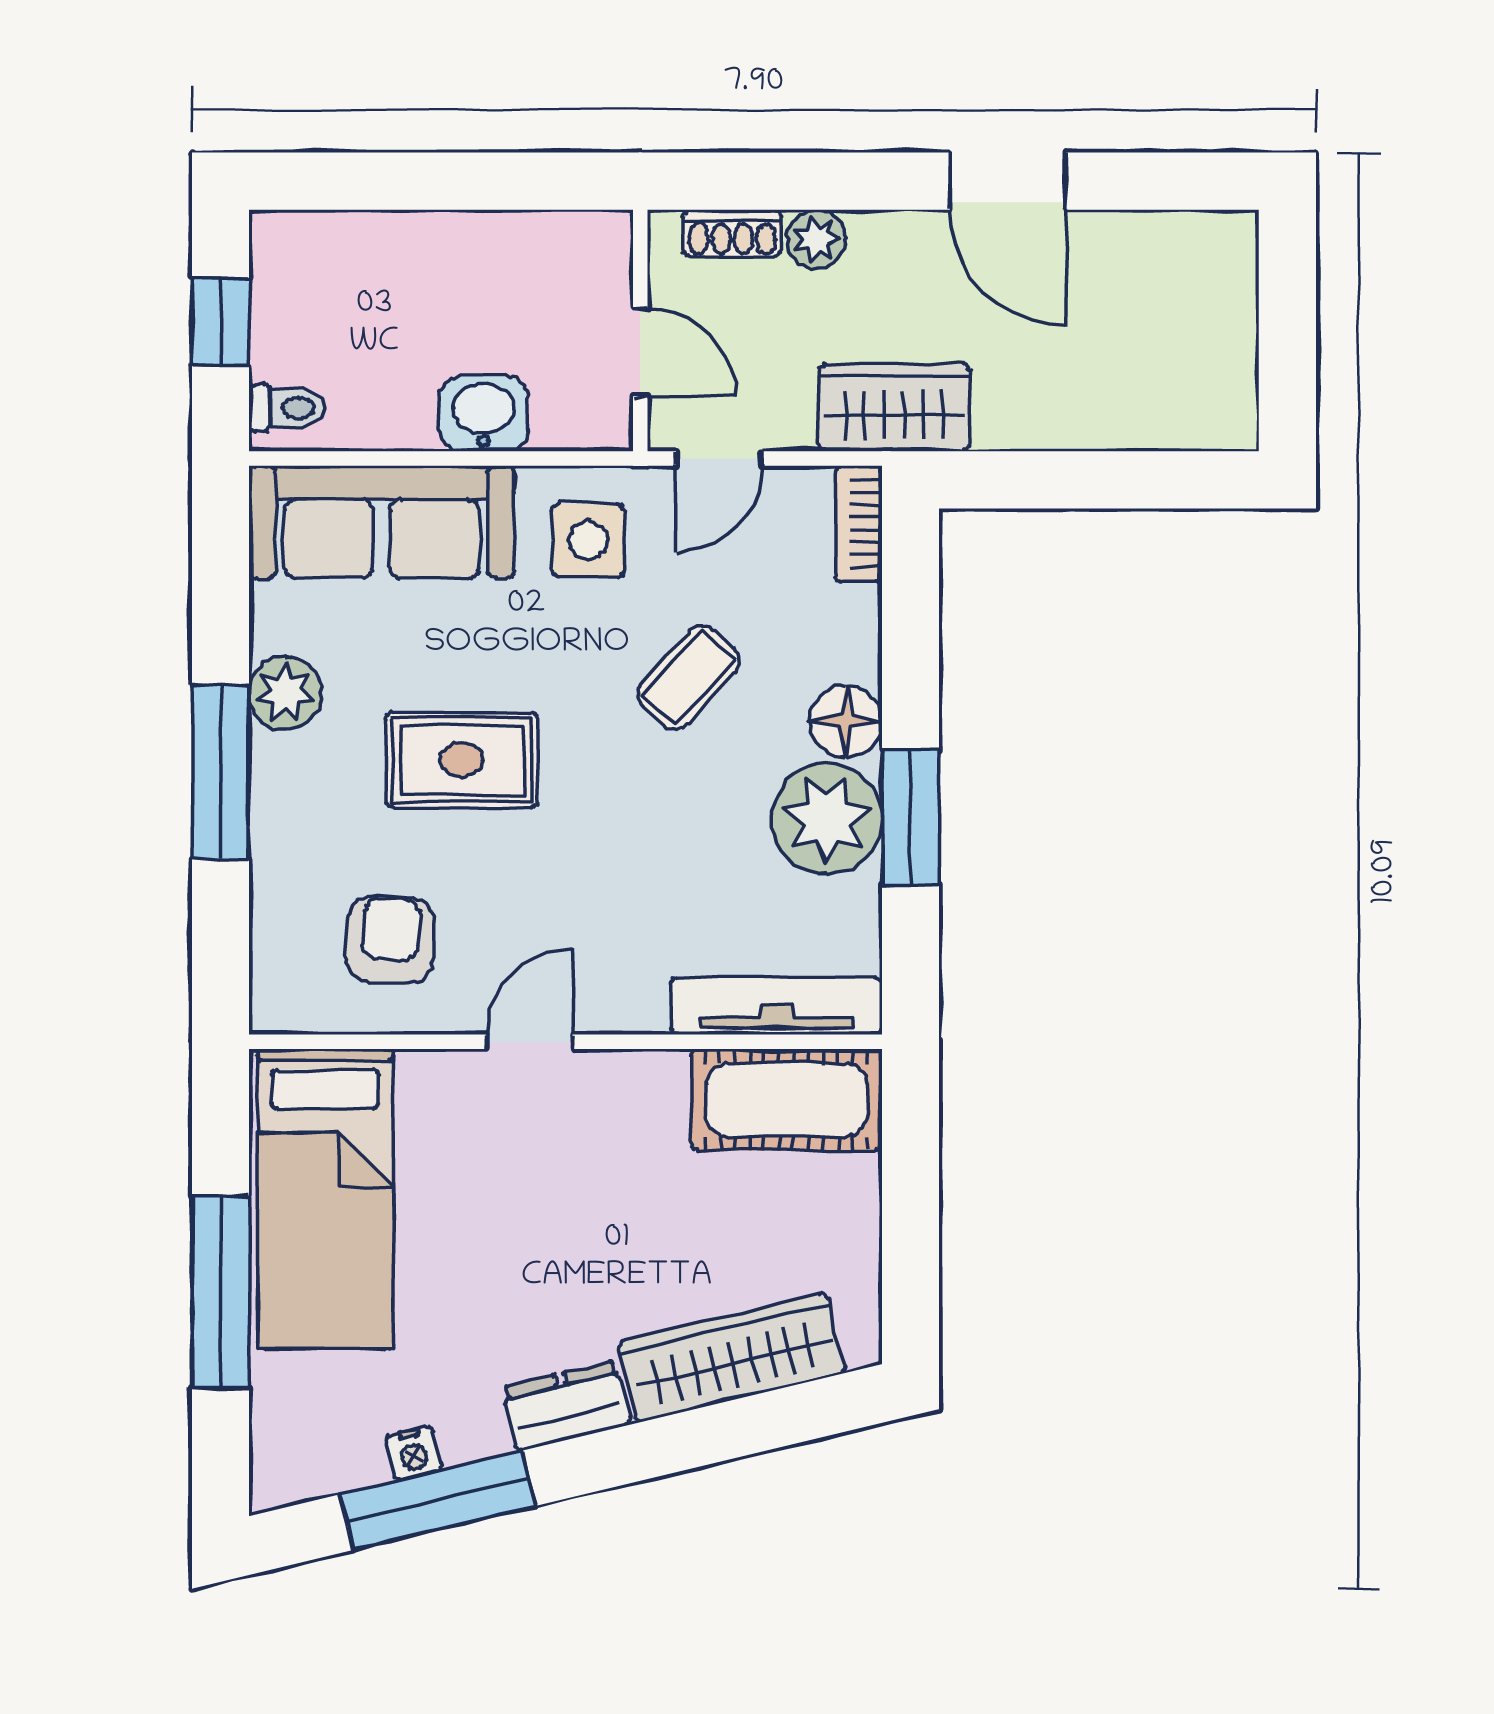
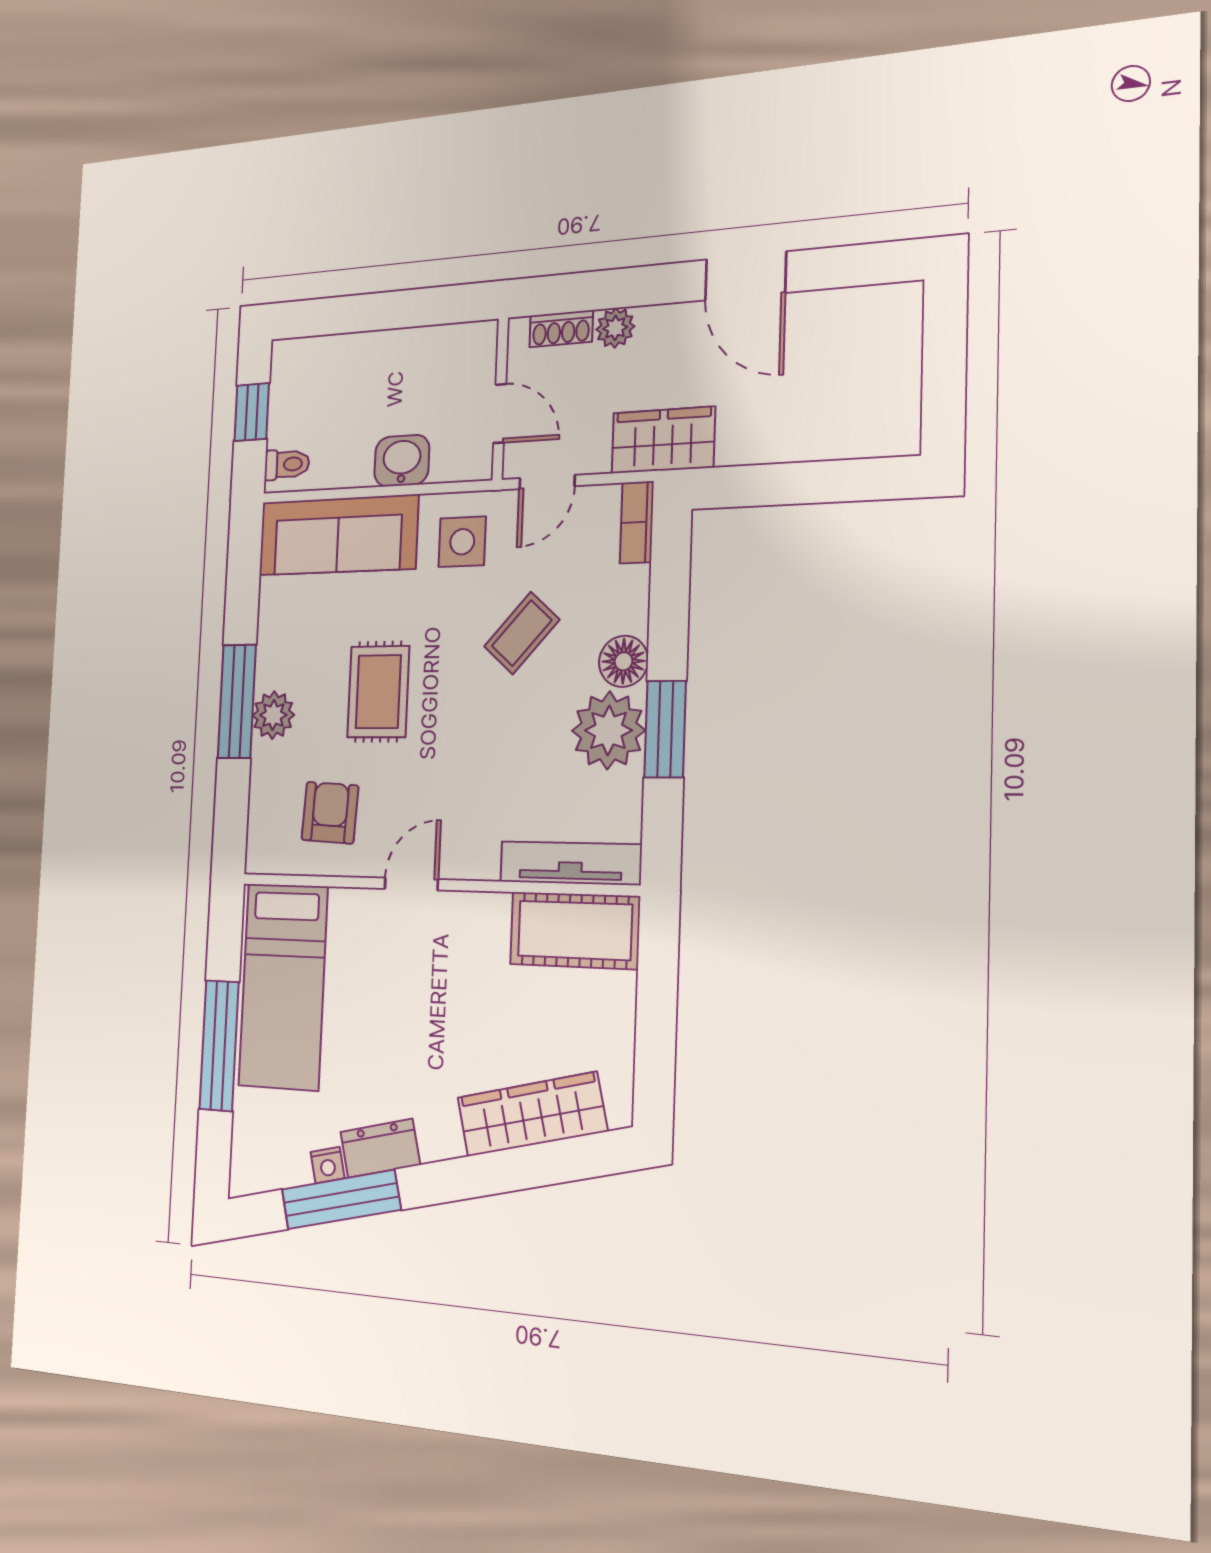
plant: (285, 693) -> (273, 715), moved
rug: (462, 760) -> (378, 692), turned 90
dresser: (566, 1406) -> (380, 1148), moved

